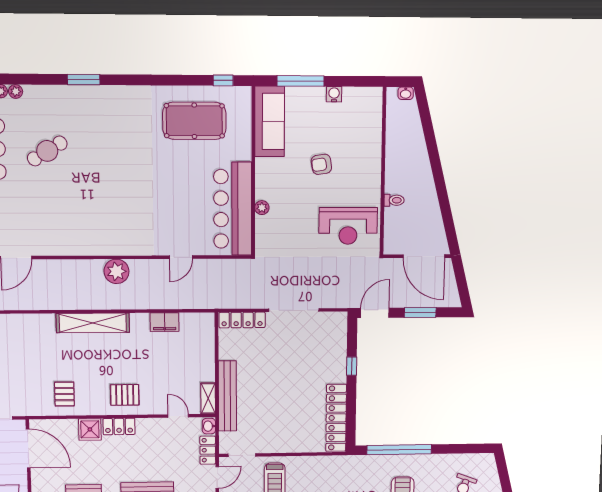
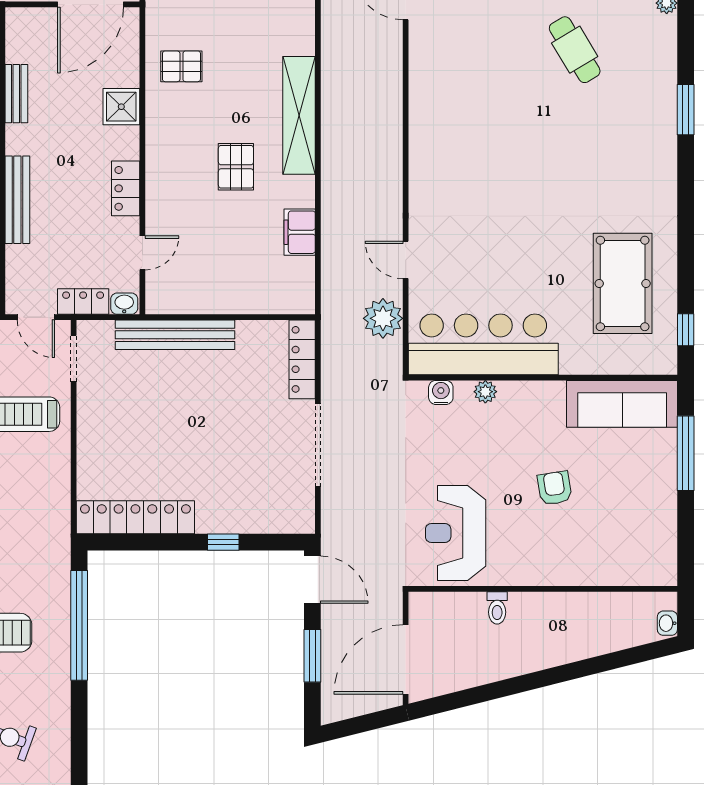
water cooler: (334, 94) -> (441, 392), moved, turned -90
plant: (116, 271) -> (383, 318), moved
pallet: (125, 395) -> (236, 167), moved
shelving: (208, 398) -> (171, 303), removed
locker: (119, 427) -> (126, 188), moved

